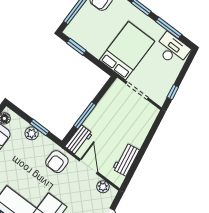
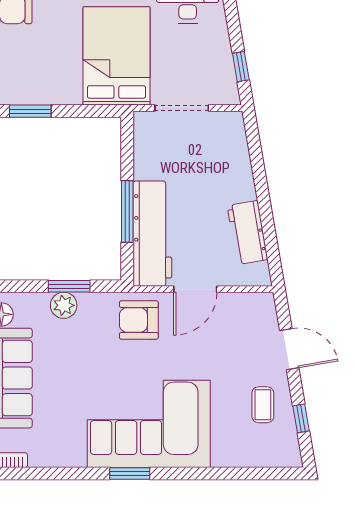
workbench: (79, 140) -> (152, 234), width x1.88, depth x1.32
armchair: (57, 162) -> (139, 320), turned 90
door: (88, 166) -> (195, 289), swing flipped
plant: (103, 187) -> (244, 304), removed

